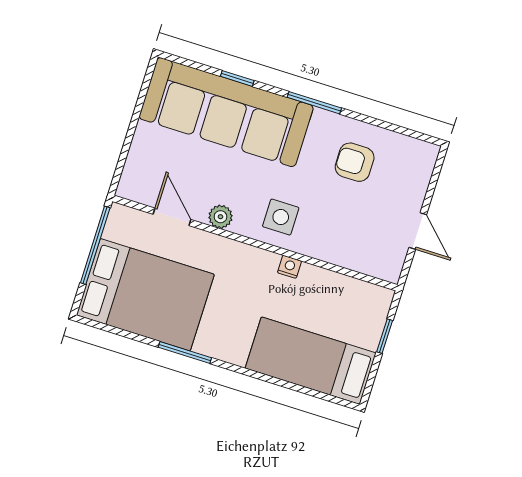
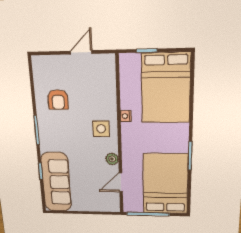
sofa: (226, 112) -> (56, 182), width x0.74, depth x0.79
bed: (311, 361) -> (166, 88), width x1.50

